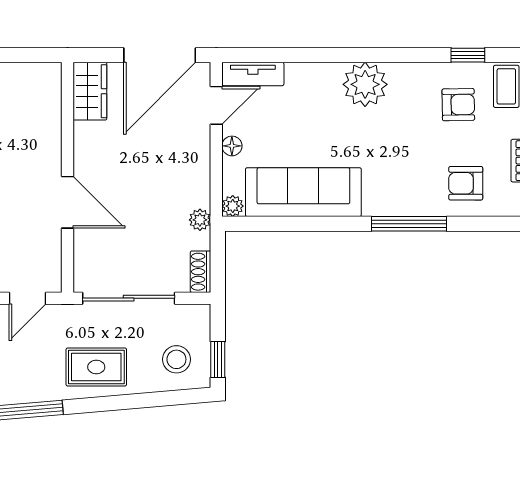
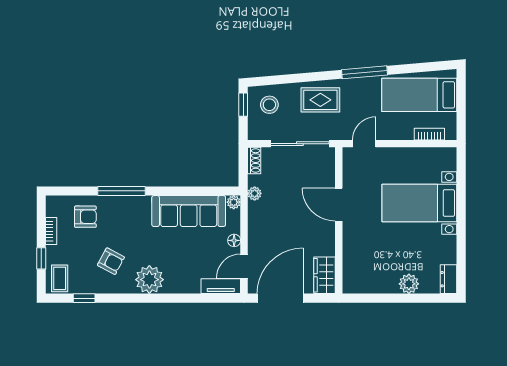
armchair: (458, 105) -> (111, 261), moved, turned -151

